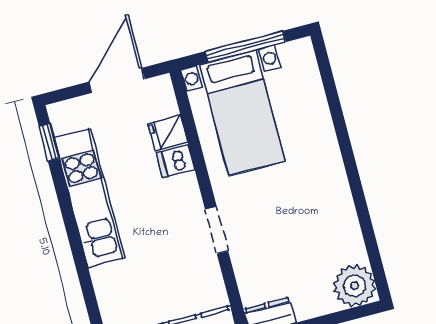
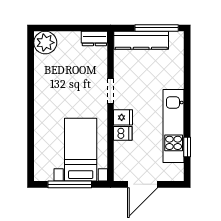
fridge: (168, 133) -> (123, 117), moved
window: (49, 142) -> (187, 147), moved

